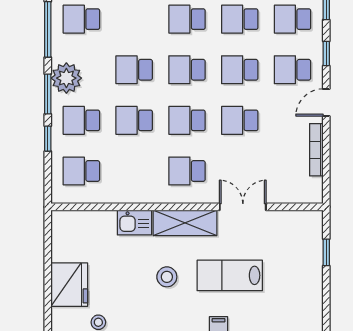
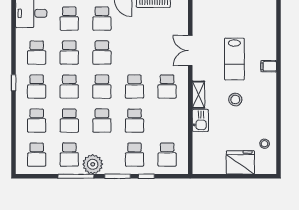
plant: (66, 78) -> (93, 164), moved
school desk: (240, 120) -> (69, 121), moved
shelving: (185, 223) -> (198, 95), width x0.67, depth x0.75

